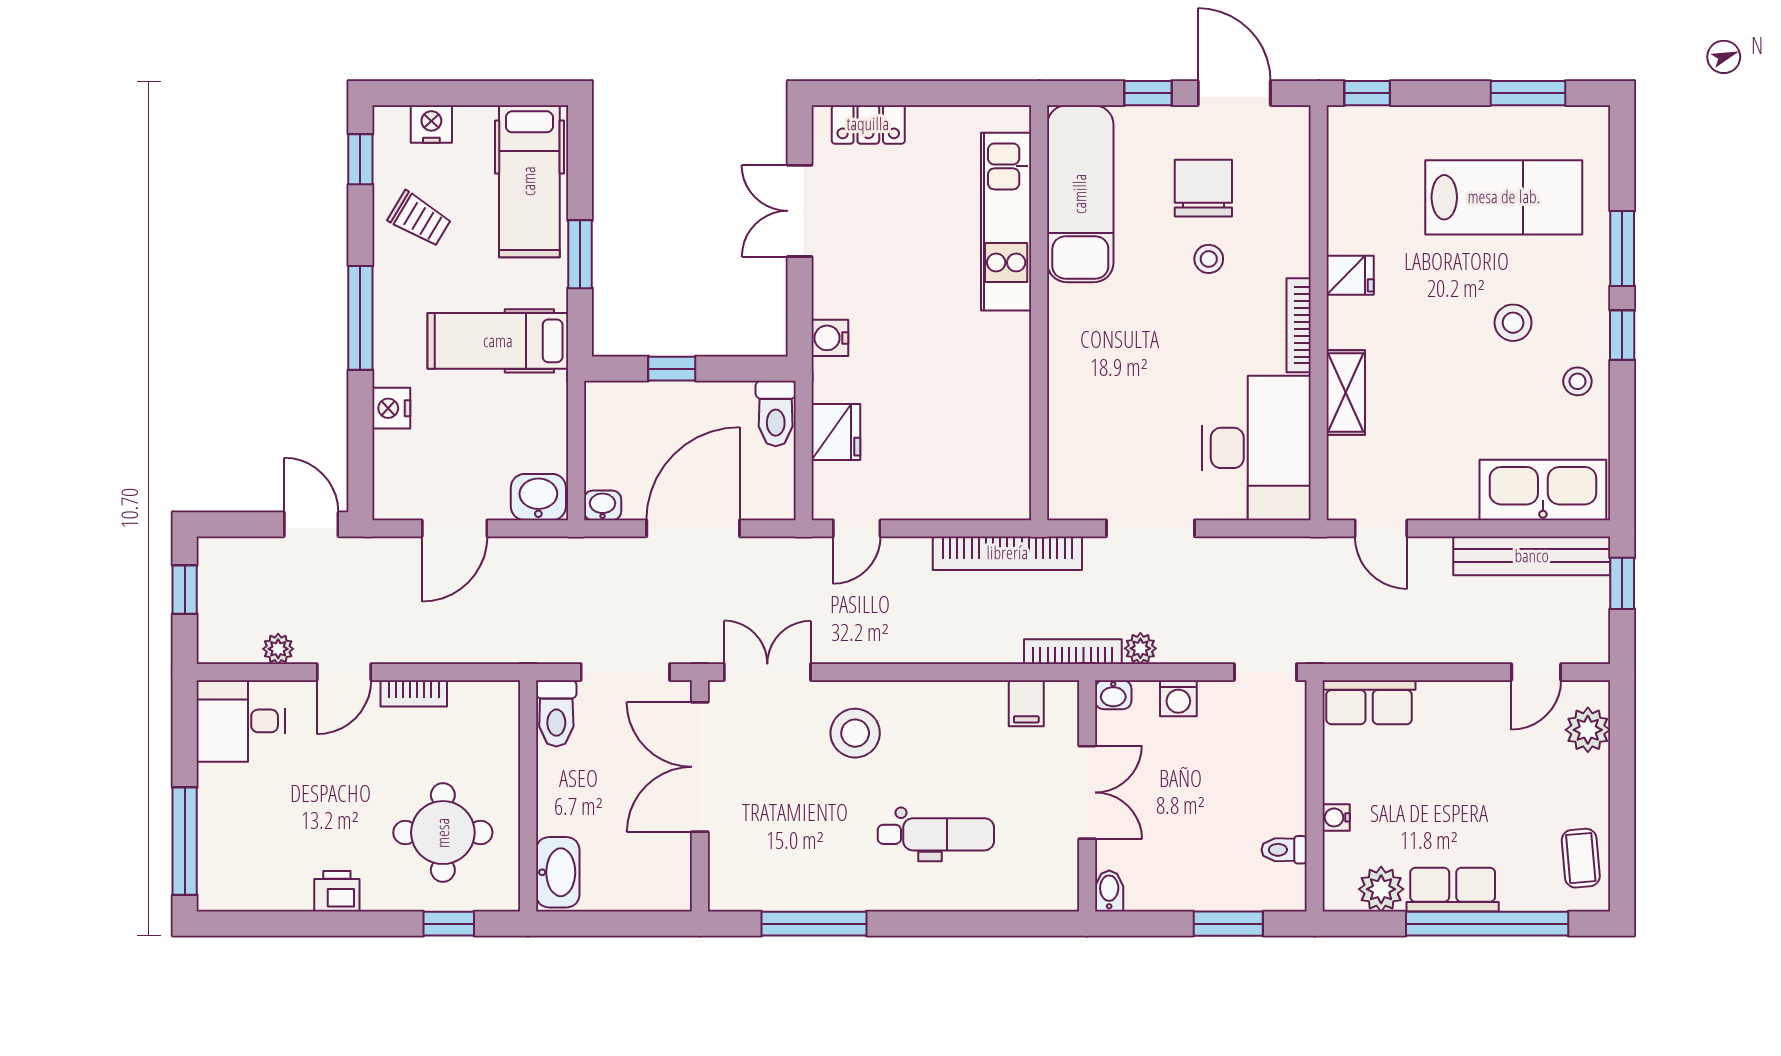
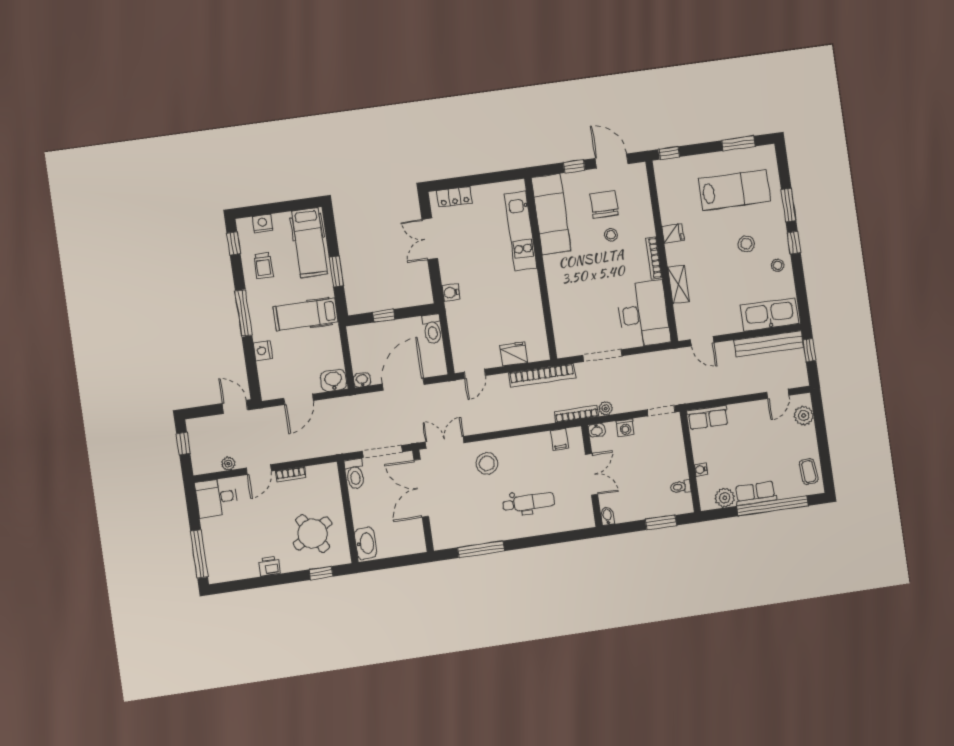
trolley: (420, 219) -> (263, 266), turned 59
fridge: (836, 432) -> (514, 354), moved, turned -90
round table: (443, 833) -> (313, 533), turned -31

